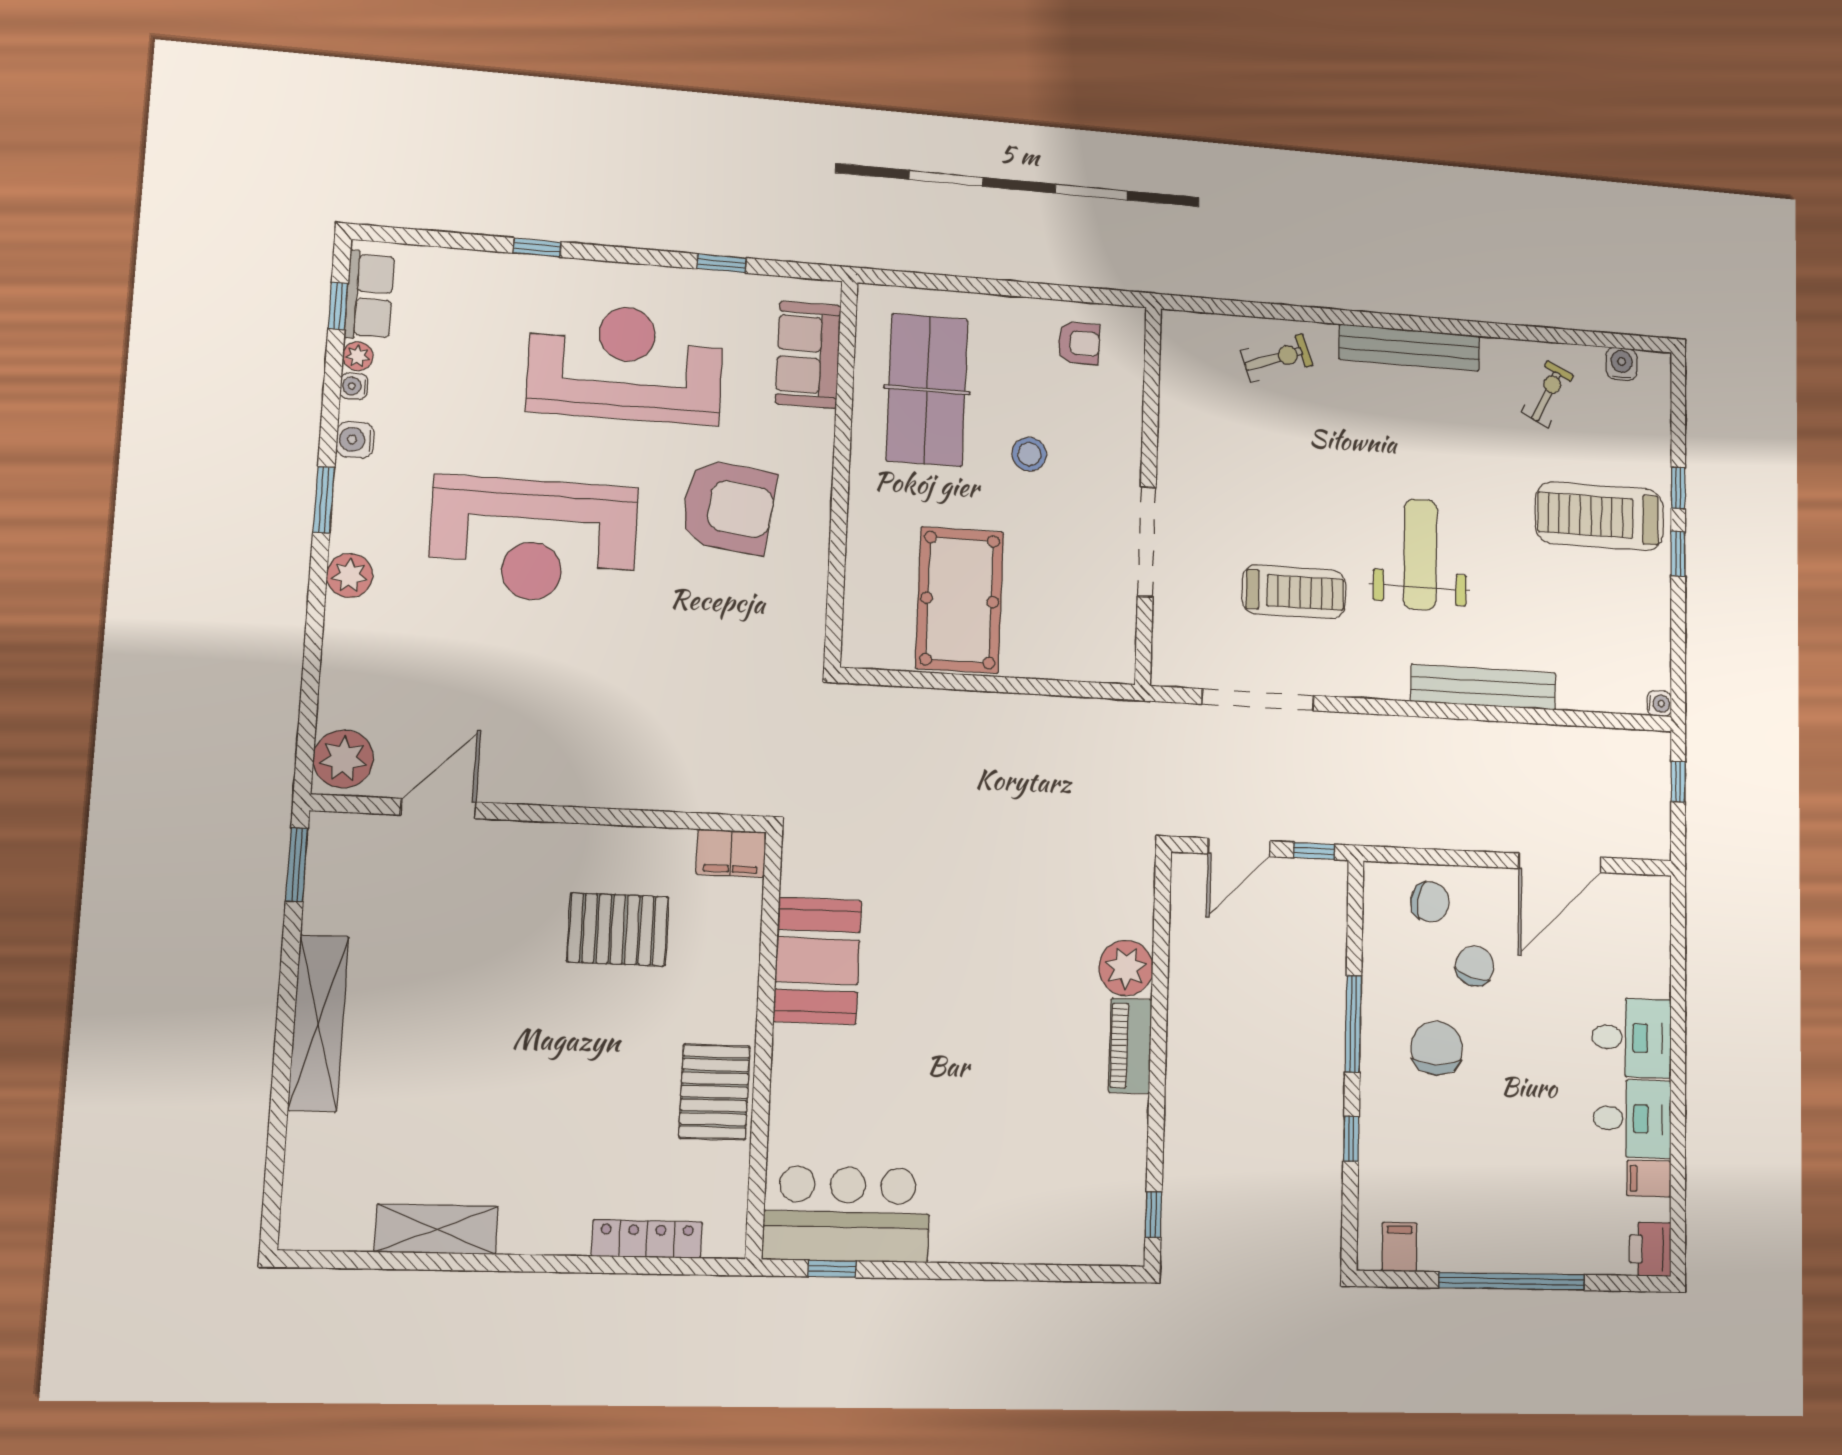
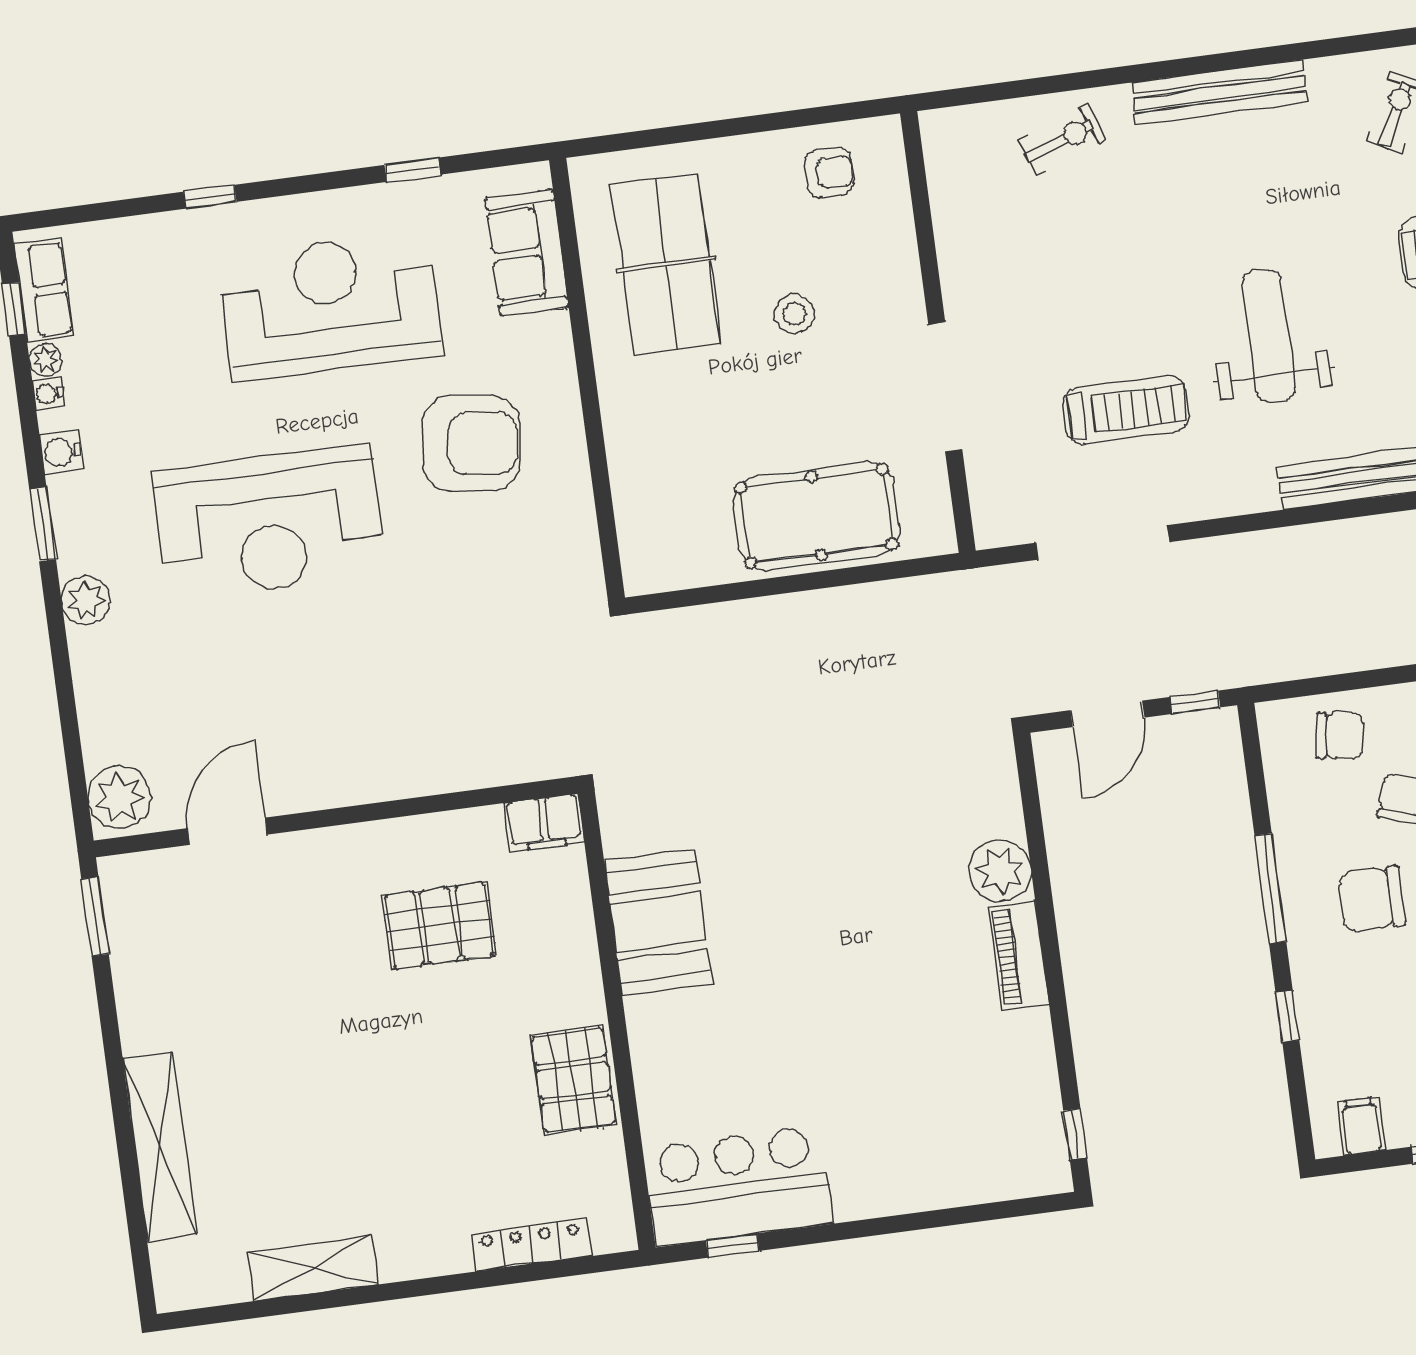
pool table: (960, 600) -> (817, 516), moved, turned 90
shelving: (318, 1023) -> (160, 1147), moved
chair: (1437, 1048) -> (1372, 899), turned -90

